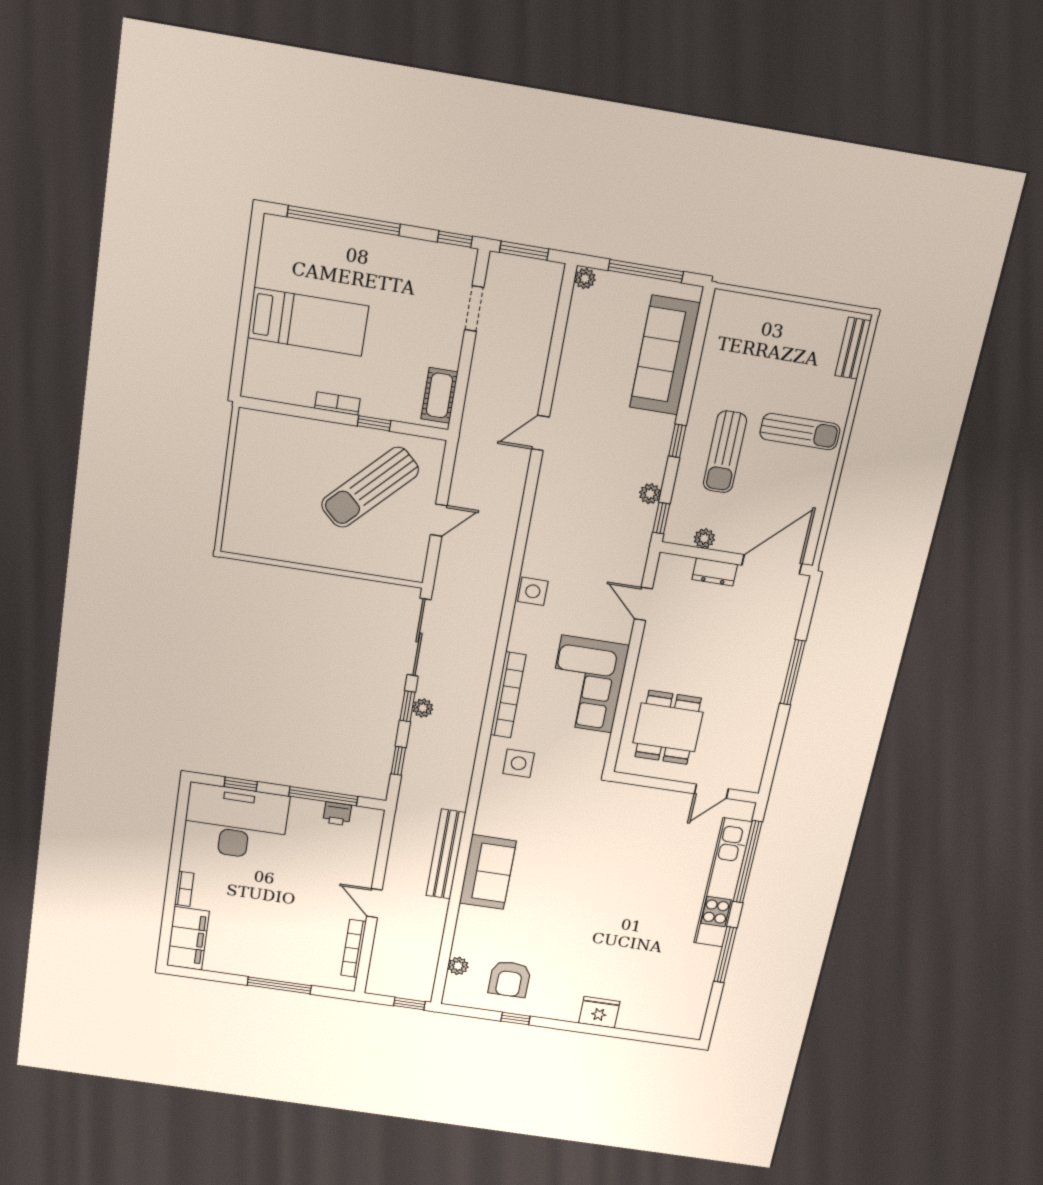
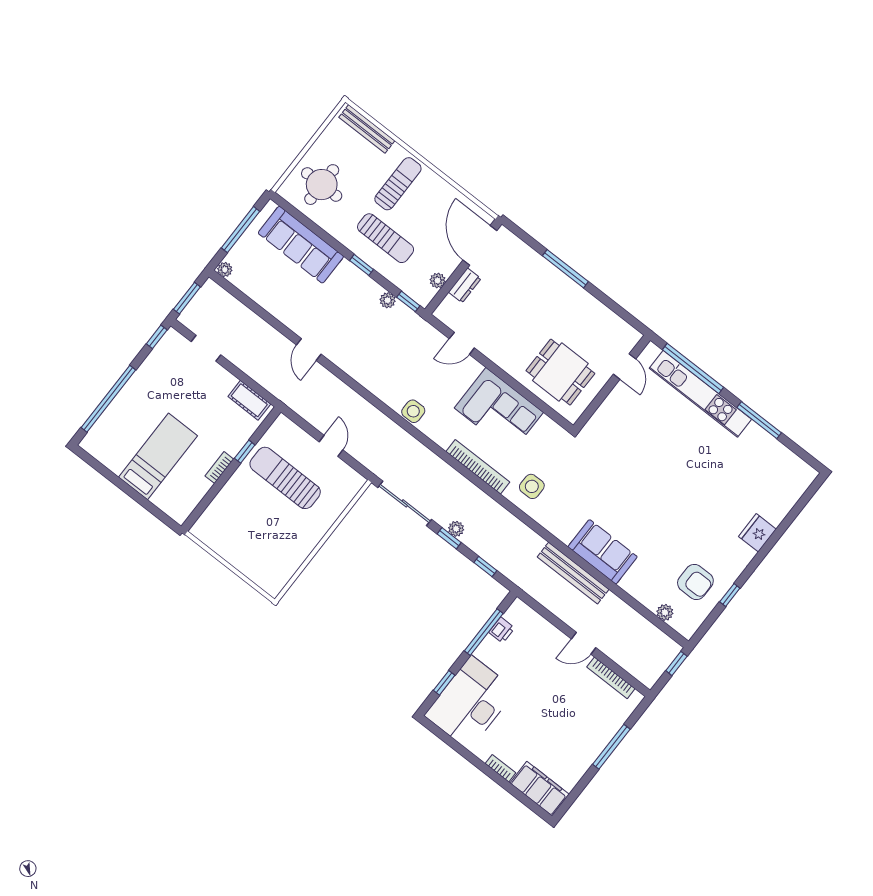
round table: (753, 341) -> (322, 185), added
bench: (853, 348) -> (367, 129), width x1.36
sun lounger: (370, 487) -> (285, 478), turned 136

